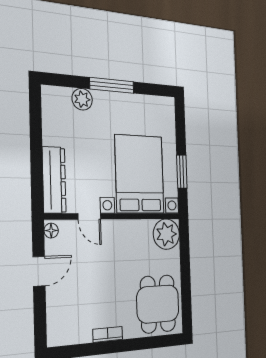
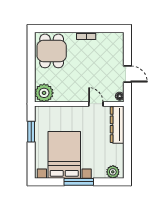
plant: (82, 99) -> (113, 172), moved
bed with nightstands: (140, 174) -> (64, 155), moved, turned 180
door: (39, 271) -> (127, 74), swing flipped

